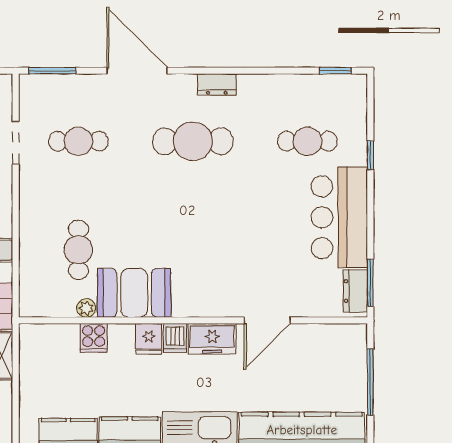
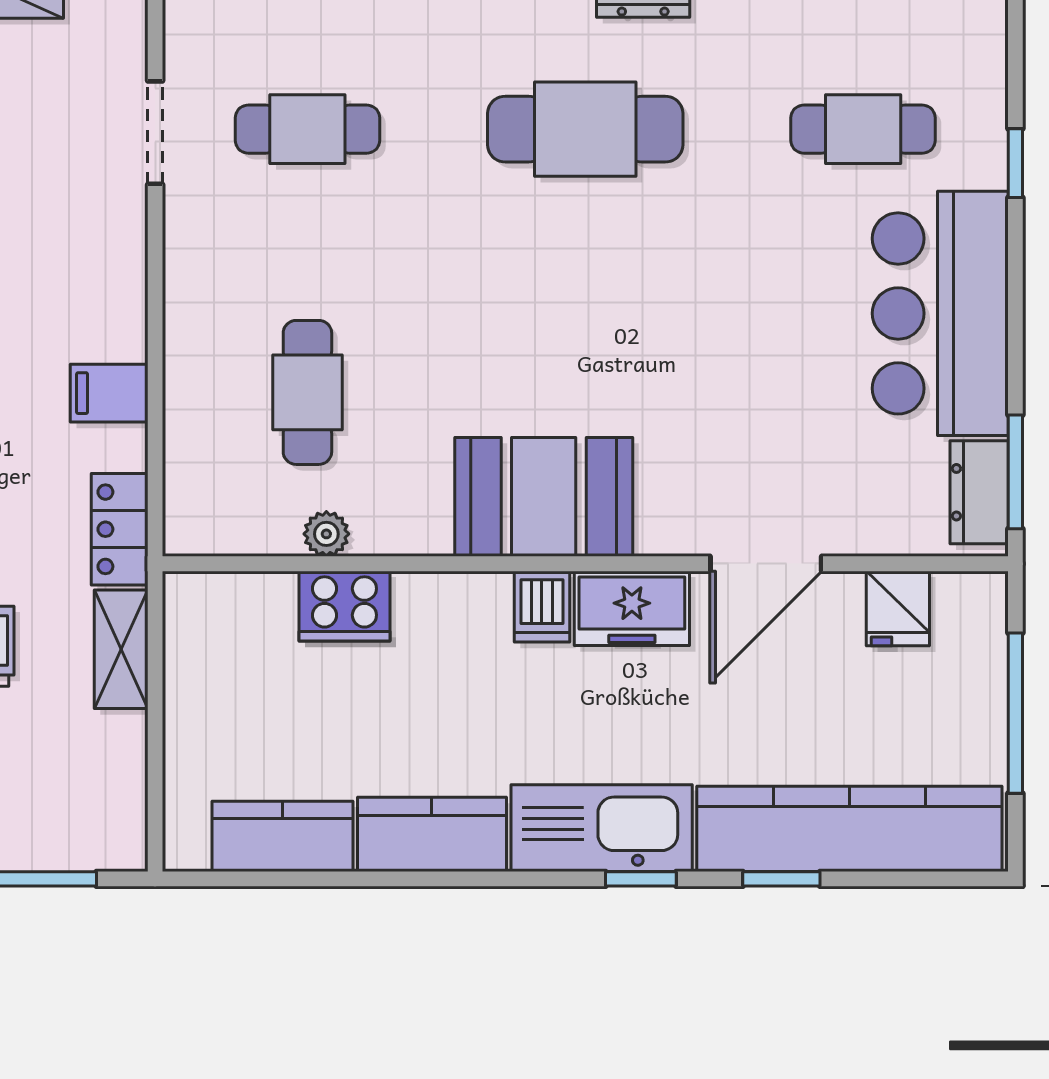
booth: (134, 293) -> (544, 497), moved
cooker: (94, 338) -> (344, 606), width x1.36
fridge: (149, 339) -> (898, 608), moved

